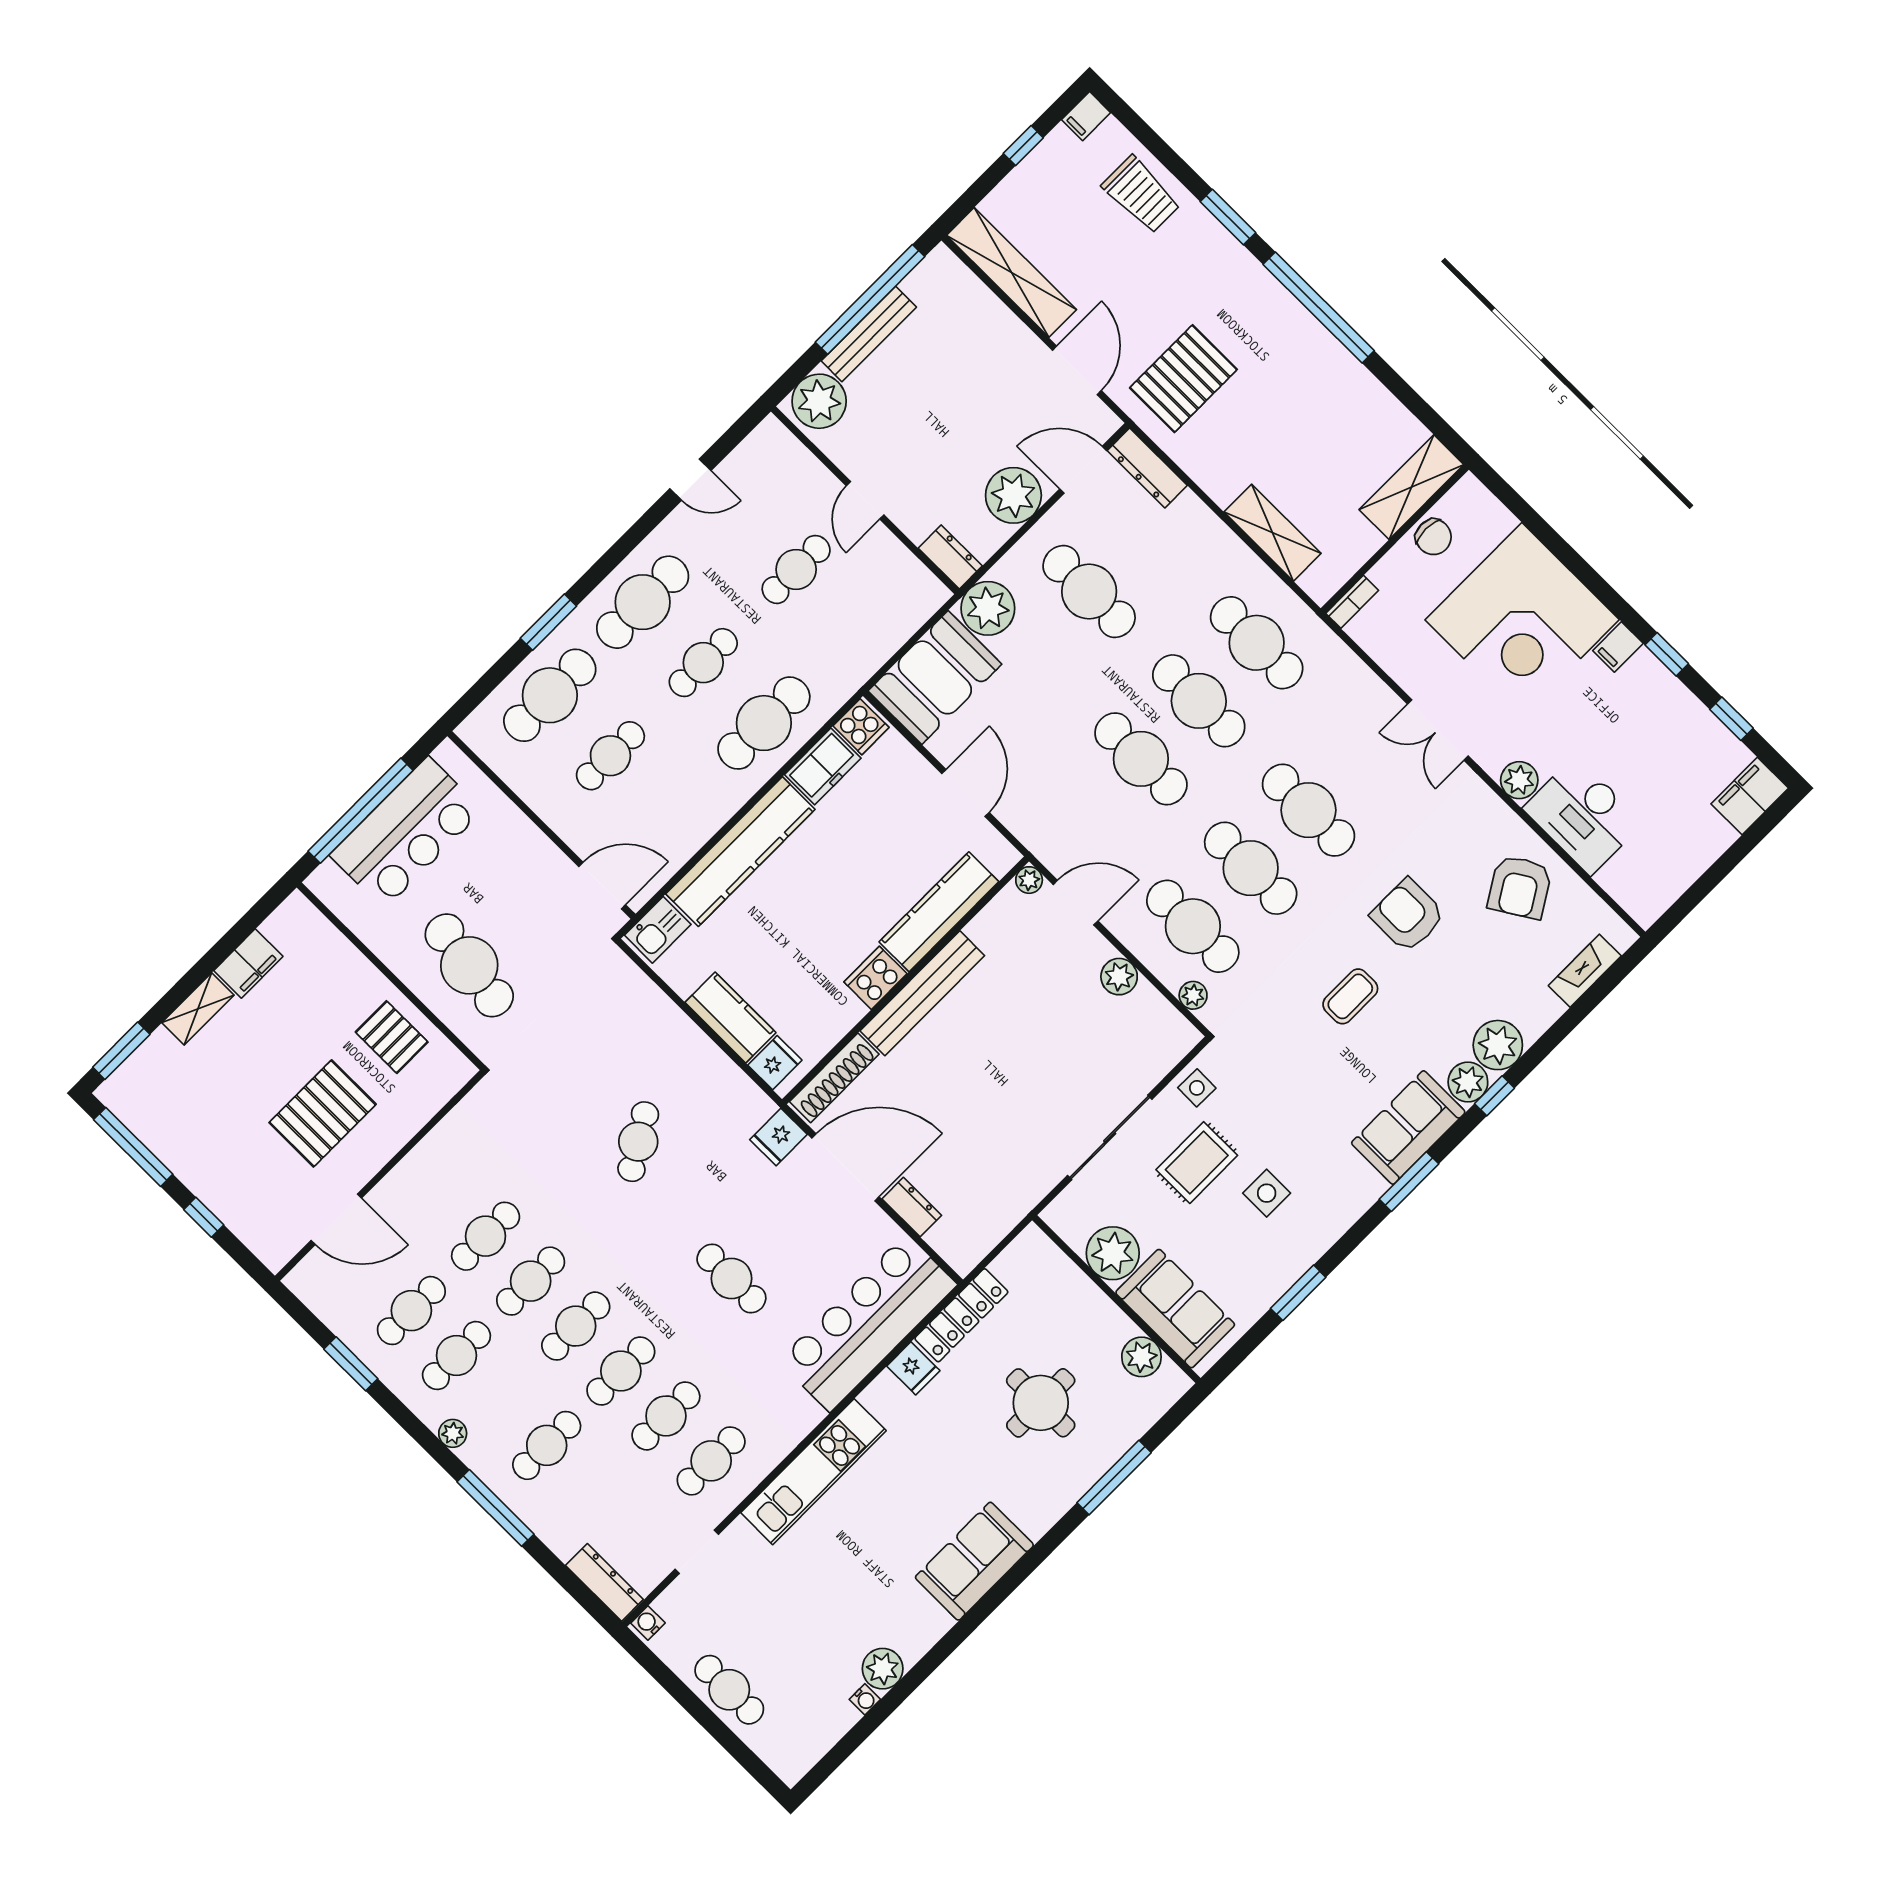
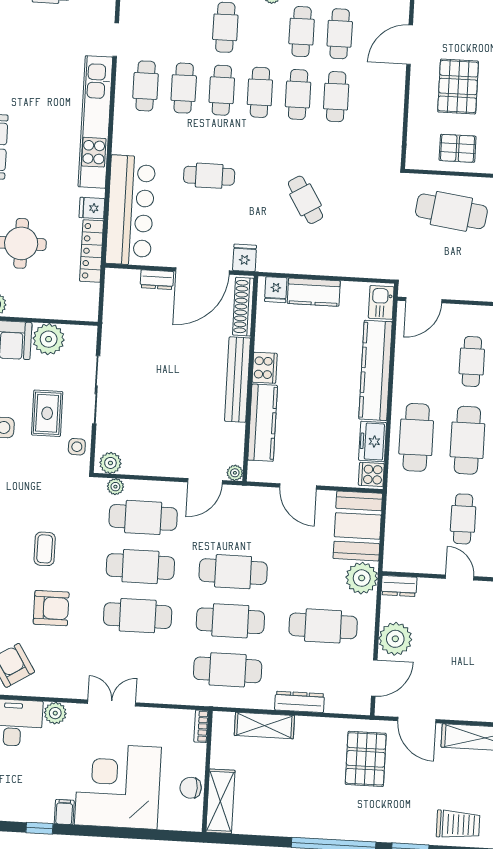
trolley: (1141, 195) -> (458, 824), turned 180
dresser: (1147, 468) -> (300, 702), moved
cafe table: (703, 663) -> (467, 440), width x1.37, depth x1.35
plant: (1119, 977) -> (110, 463), moved
kitchen unit: (813, 1472) -> (95, 122), width x1.36

